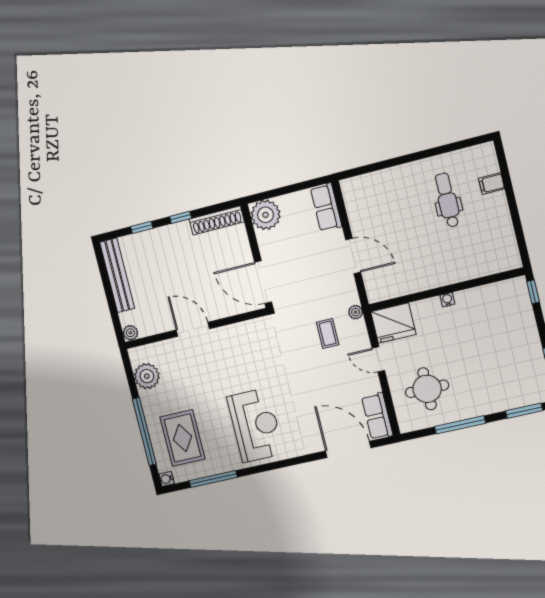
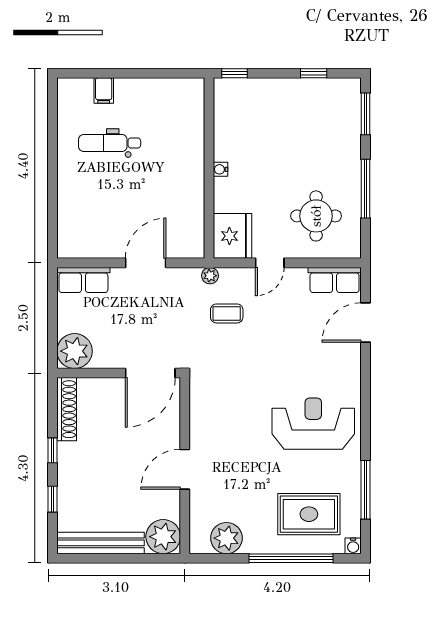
plant: (130, 333) -> (163, 537), width x1.88, depth x1.88
door: (348, 449) -> (365, 323), width x0.73

